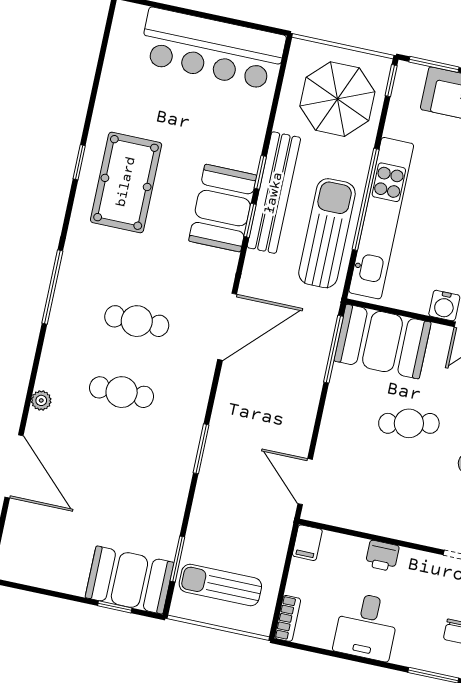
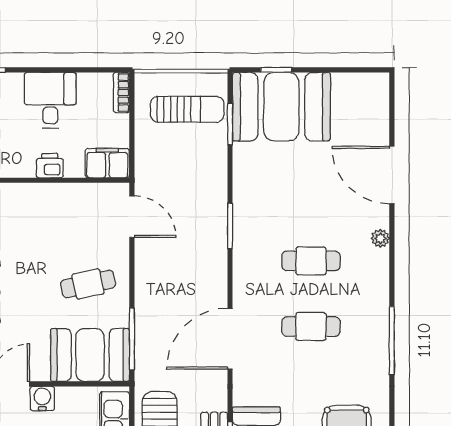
cafe table: (409, 423) -> (88, 284), moved
filing cabinet: (307, 543) -> (107, 163), width x2.00
booth: (129, 580) -> (281, 107), width x1.36, depth x1.42

